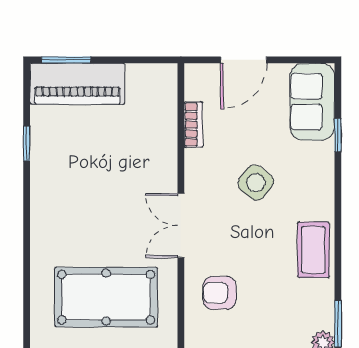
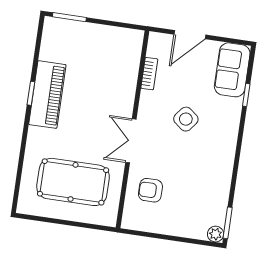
piano: (77, 84) -> (47, 95), moved, turned -90
window: (27, 144) -> (31, 93), moved
coffee table: (313, 250) -> (218, 170), removed

